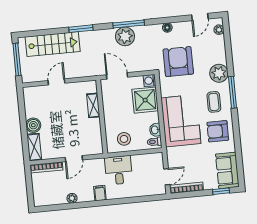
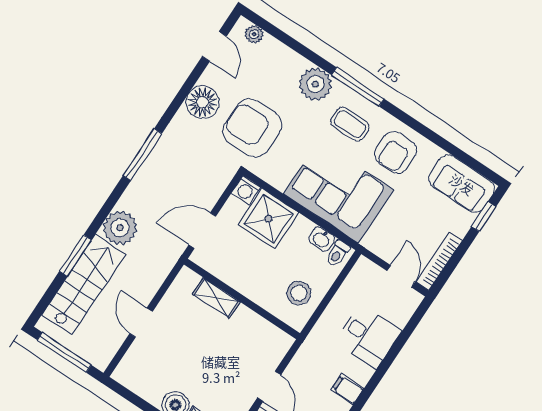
floor lamp: (167, 28) -> (203, 102), width x1.89, depth x1.89
window: (81, 29) -> (75, 256), moved
plant: (125, 36) -> (120, 228), moved
desk: (119, 170) -> (368, 336), moved, turned 180

